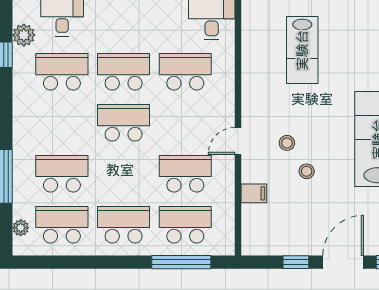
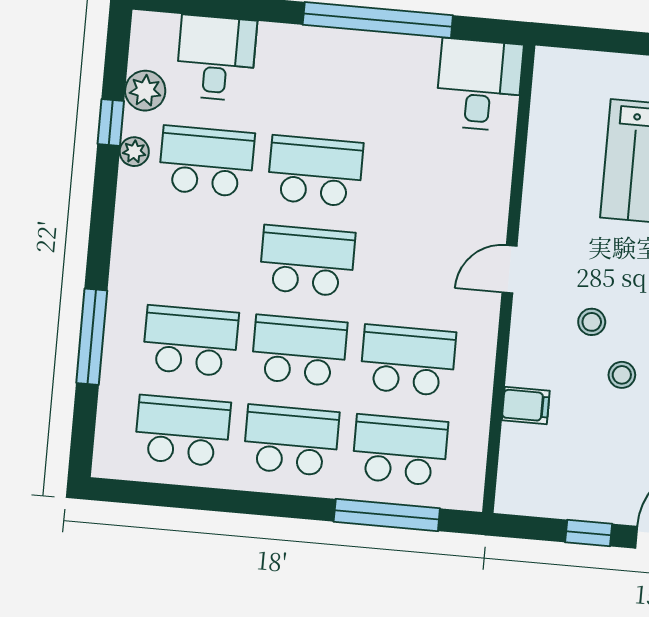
school desk: (185, 72) -> (299, 351), moved
door: (238, 141) -> (510, 269), moved
plant: (21, 228) -> (134, 152), moved

